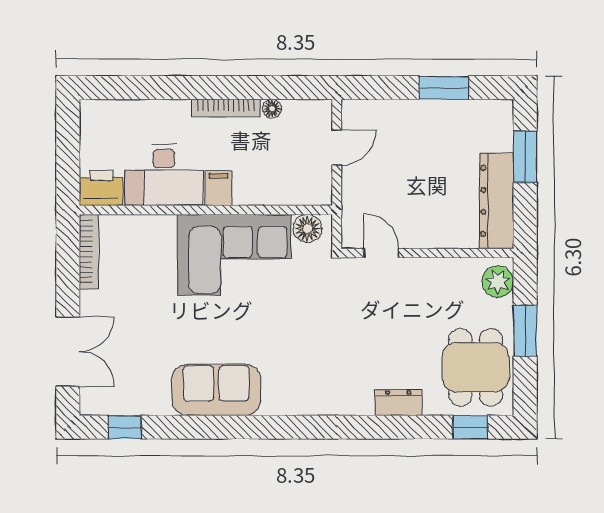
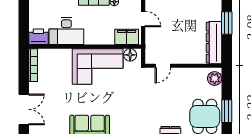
door: (337, 148) -> (143, 19), hinge flipped
filing cabinet: (218, 188) -> (127, 37), moved, width x2.00
door: (381, 253) -> (163, 66), swing flipped
window: (525, 331) -> (227, 111), moved

